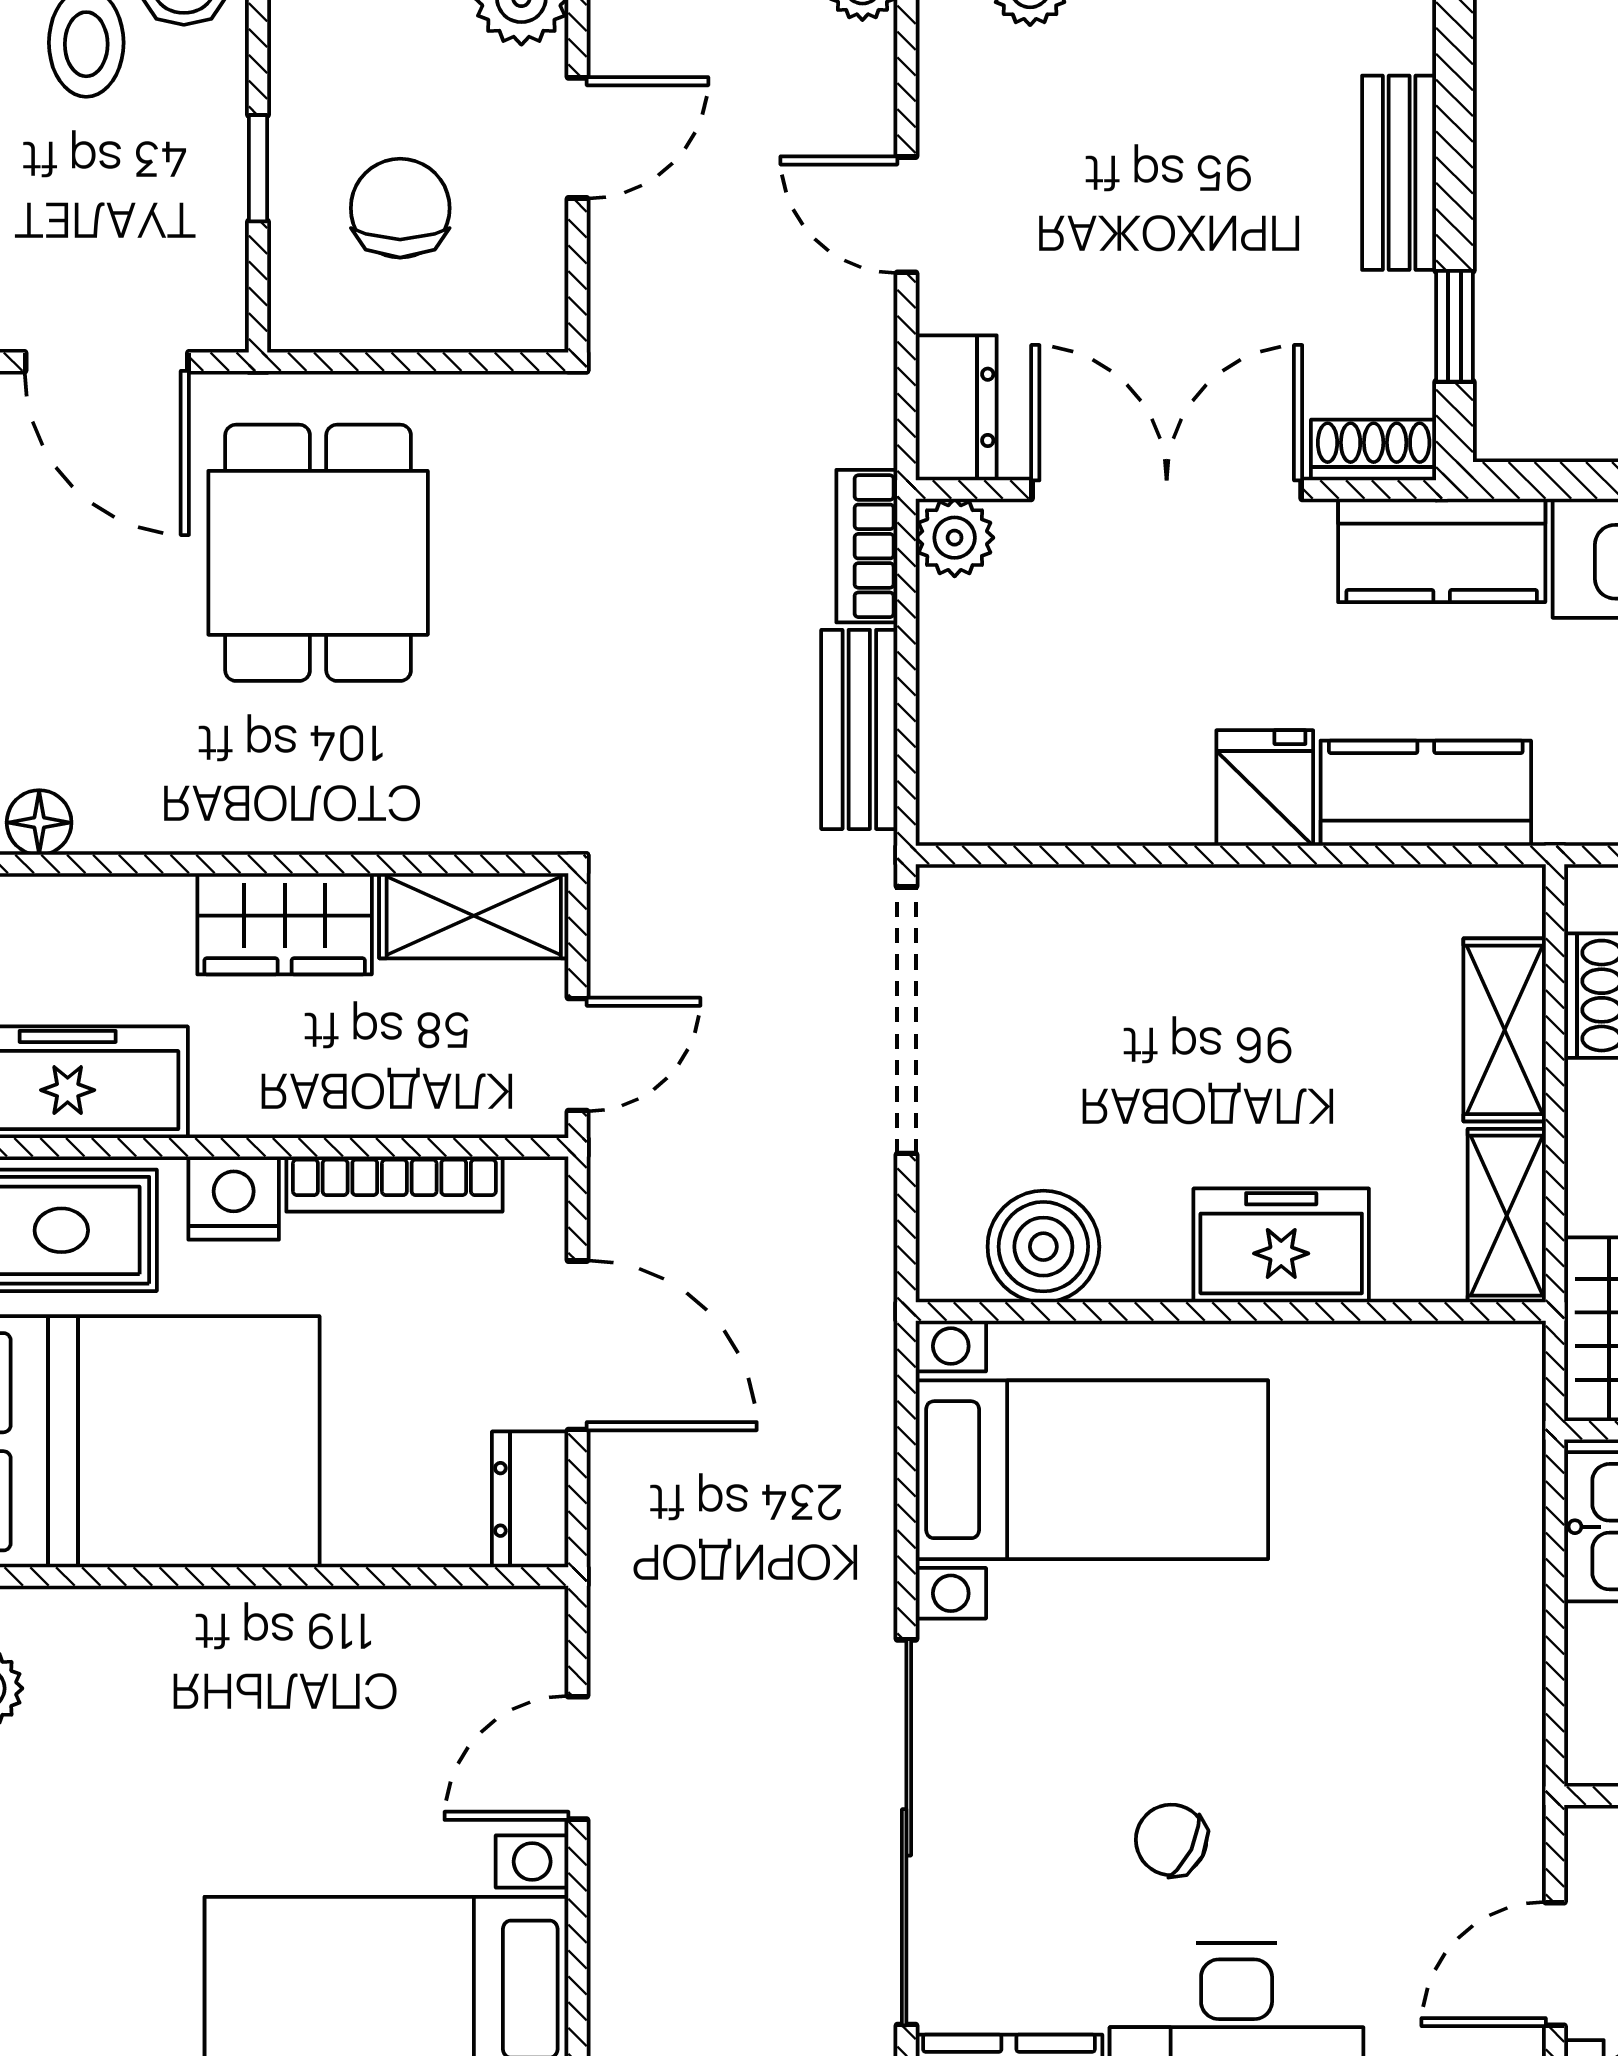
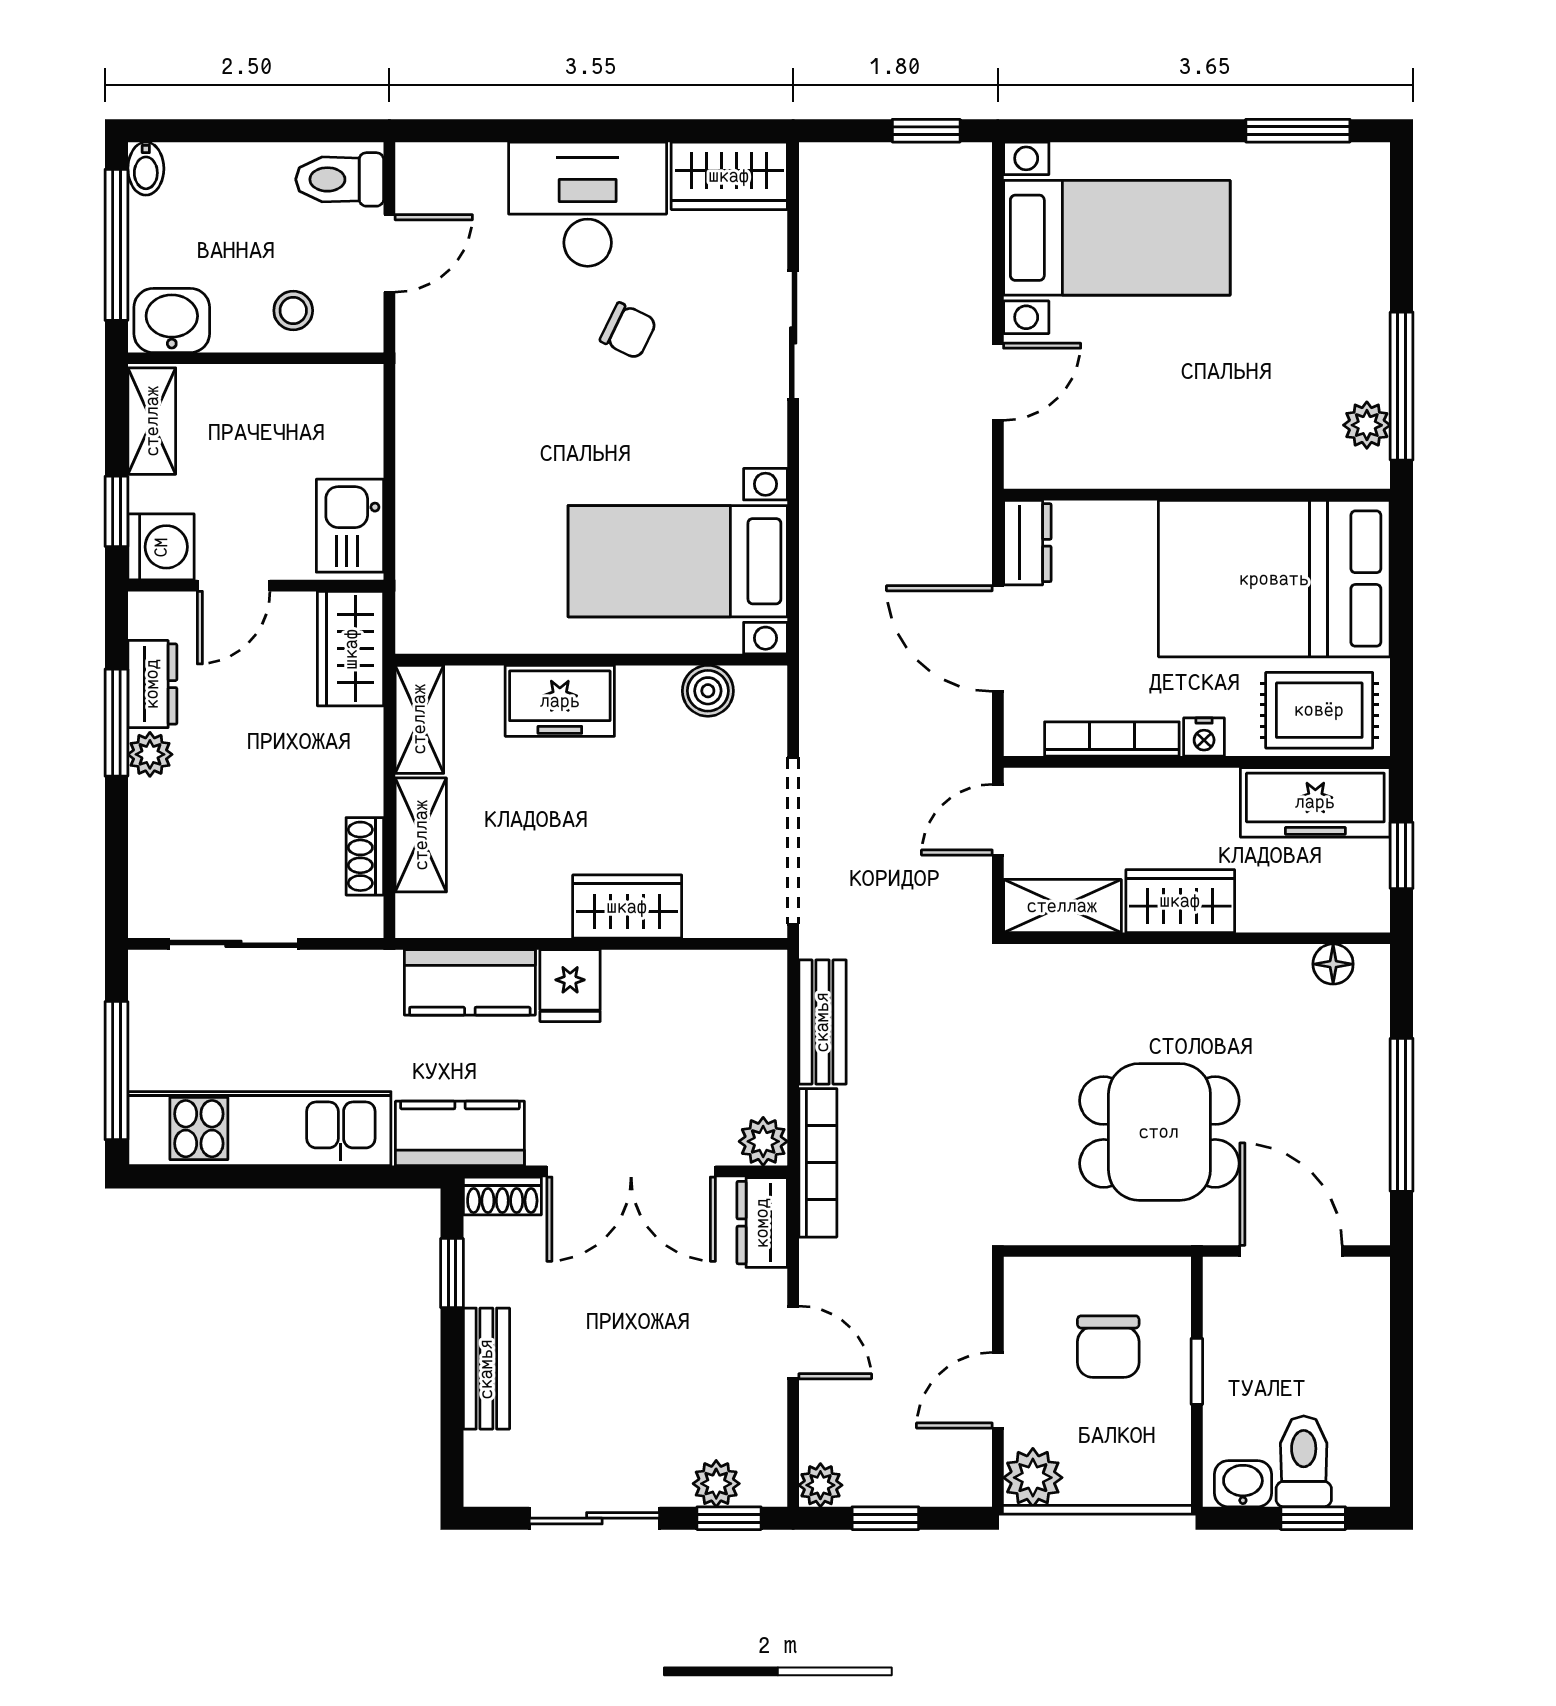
bookcase: (867, 546) -> (818, 1163), width x1.56
dining table: (318, 553) -> (1159, 1132), turned 90
wardrobe: (1173, 915) -> (627, 907), added
nightstand: (234, 1198) -> (1204, 737), width x0.72, depth x0.74
boiler: (1043, 1247) -> (708, 691), width x0.73, depth x0.73
sliding door: (906, 1832) -> (793, 335), width x0.54

